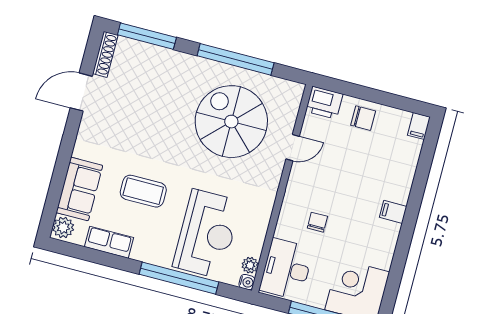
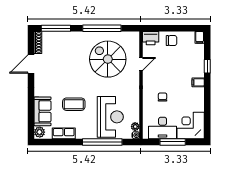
window: (419, 185) -> (207, 66), added
desk: (286, 269) -> (163, 128), moved, turned -90

